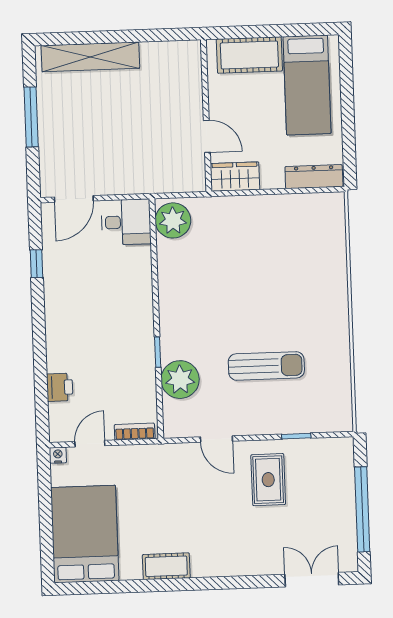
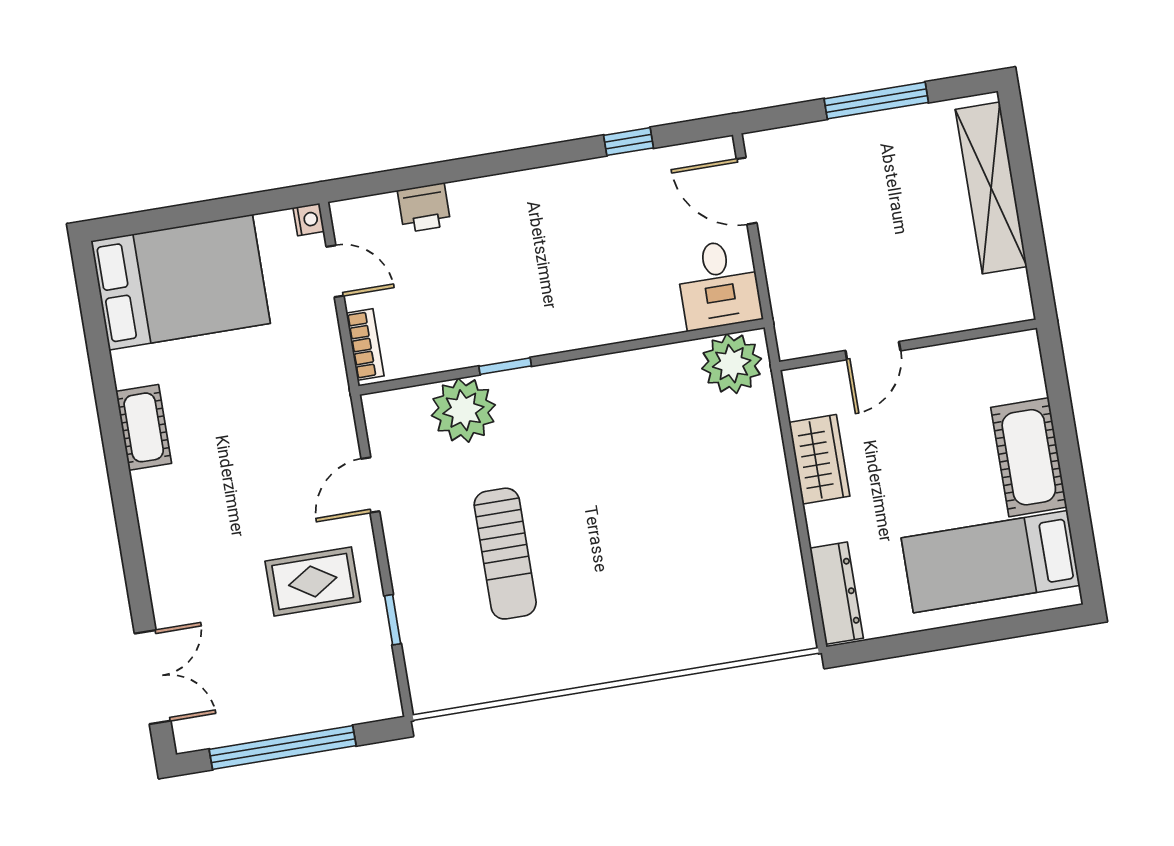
wall: (206, 116) -> (908, 345), moved
door: (207, 136) -> (873, 351), moved

